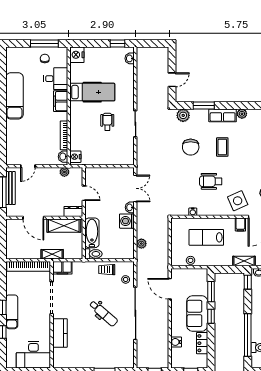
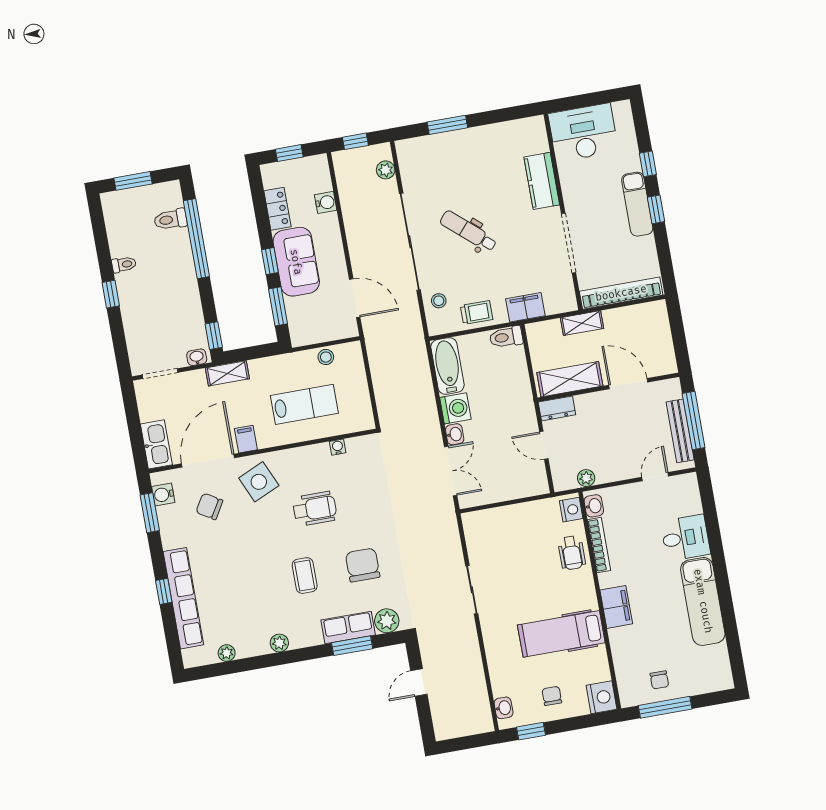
chair: (103, 60) -> (552, 696), added
desk: (56, 79) -> (685, 538), moved, turned 180
row of seats: (223, 115) -> (348, 628), moved
wheelchair: (107, 122) -> (572, 553), moved
double door: (135, 188) -> (451, 471), swing flipped
bathtub: (92, 233) -> (447, 366), moved, turned 180
plant: (141, 244) -> (386, 170), moved
filing cabinet: (62, 268) -> (525, 307), moved

